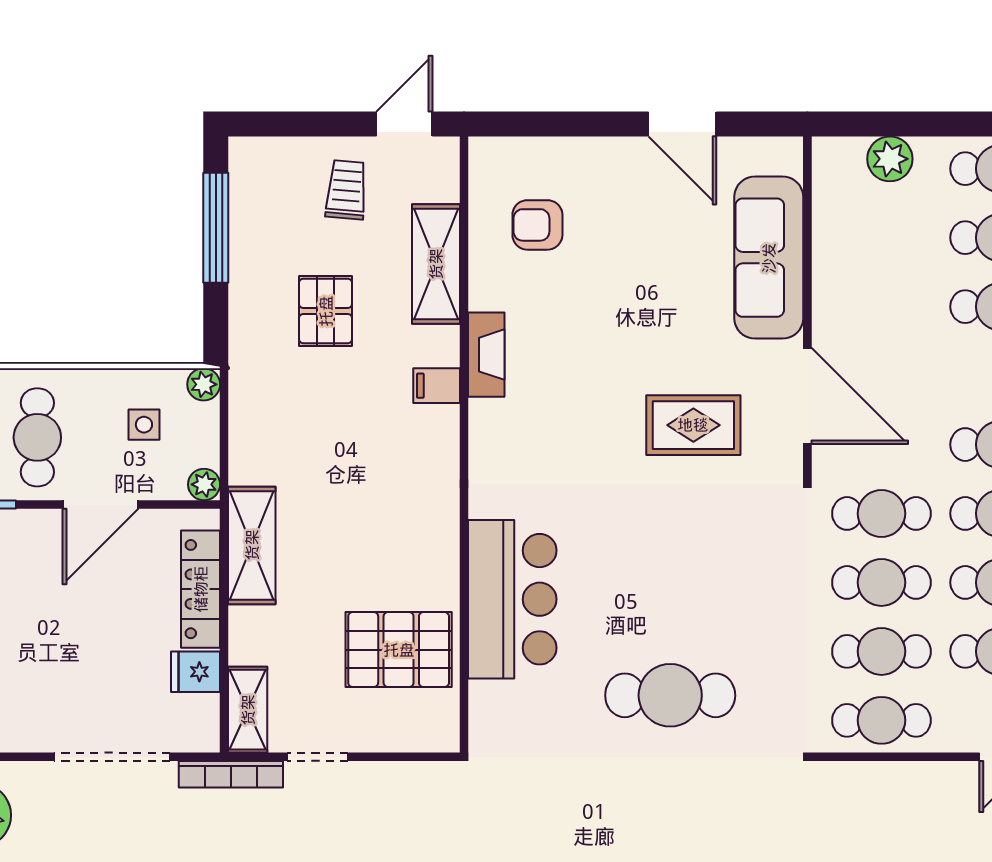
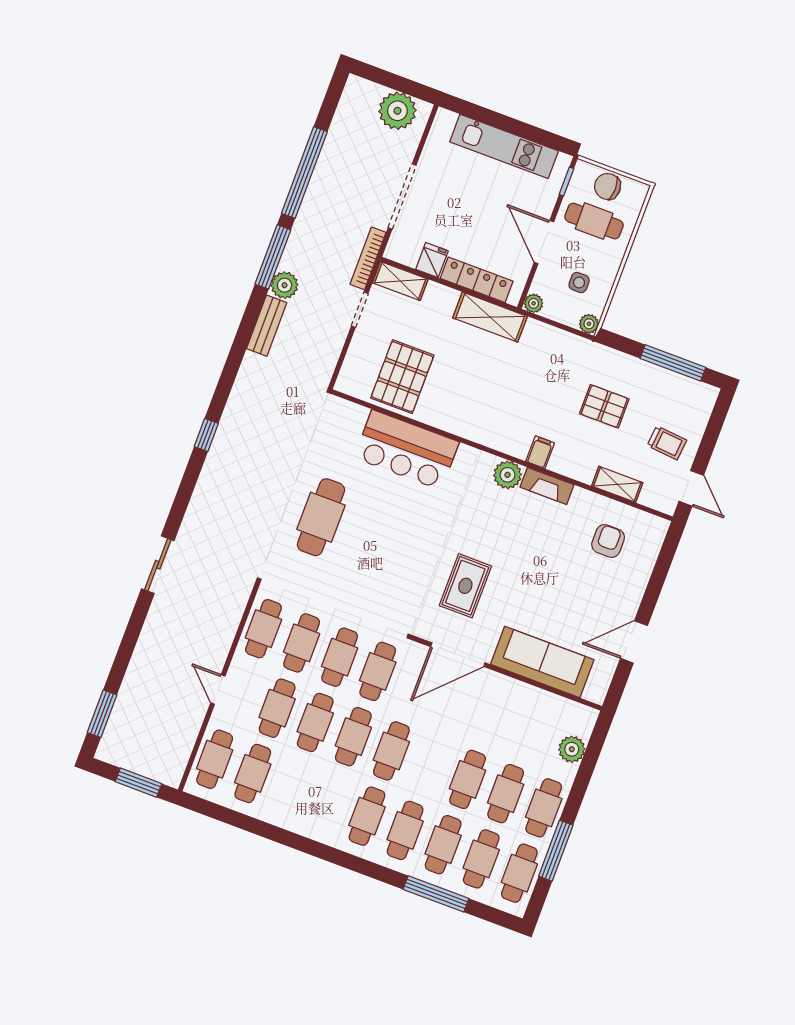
shelving: (436, 264) -> (617, 484), width x0.67, depth x0.75
plant: (492, 424) -> (508, 475), added

